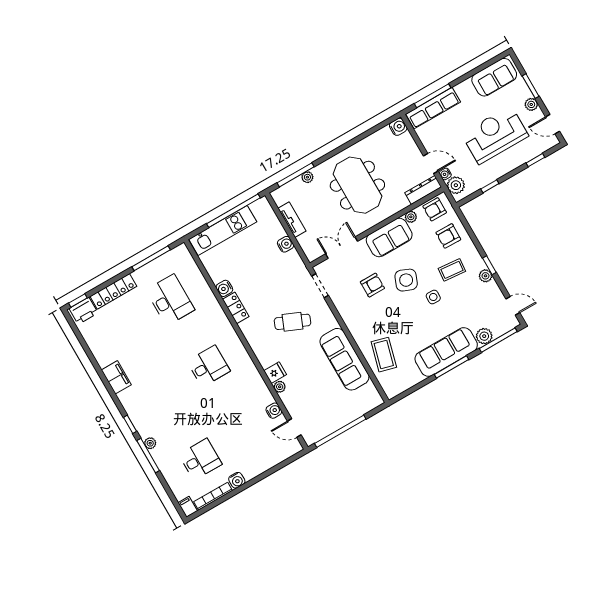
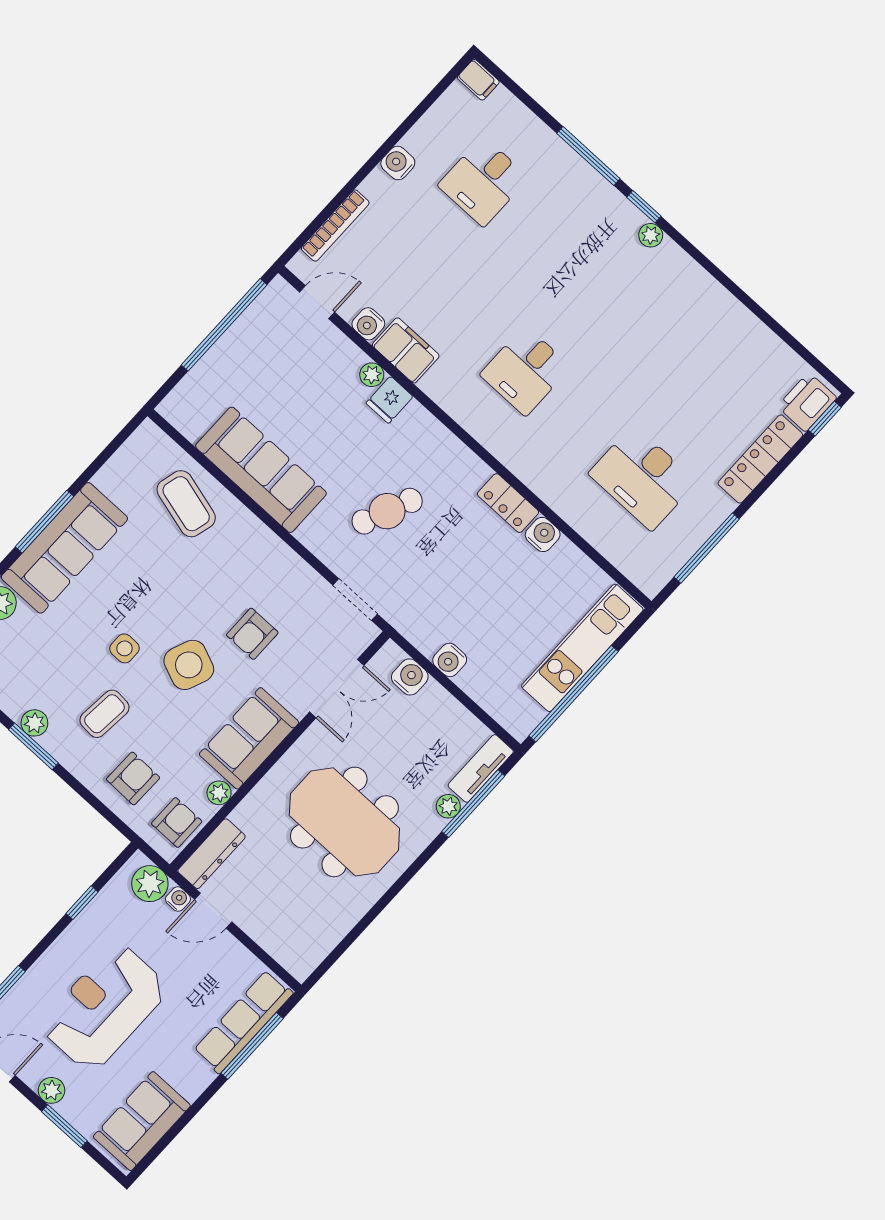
water cooler: (398, 127) -> (410, 677), moved, turned 180
reception desk: (495, 135) -> (104, 1007), turned 180
tv unit: (292, 220) -> (481, 768), moved, turned 90
window: (489, 265) -> (33, 746), width x1.50
filing cabinet: (116, 377) -> (406, 350), moved, turned 180
plant: (150, 443) -> (651, 235), moved
bookcase: (213, 496) -> (335, 226), moved

